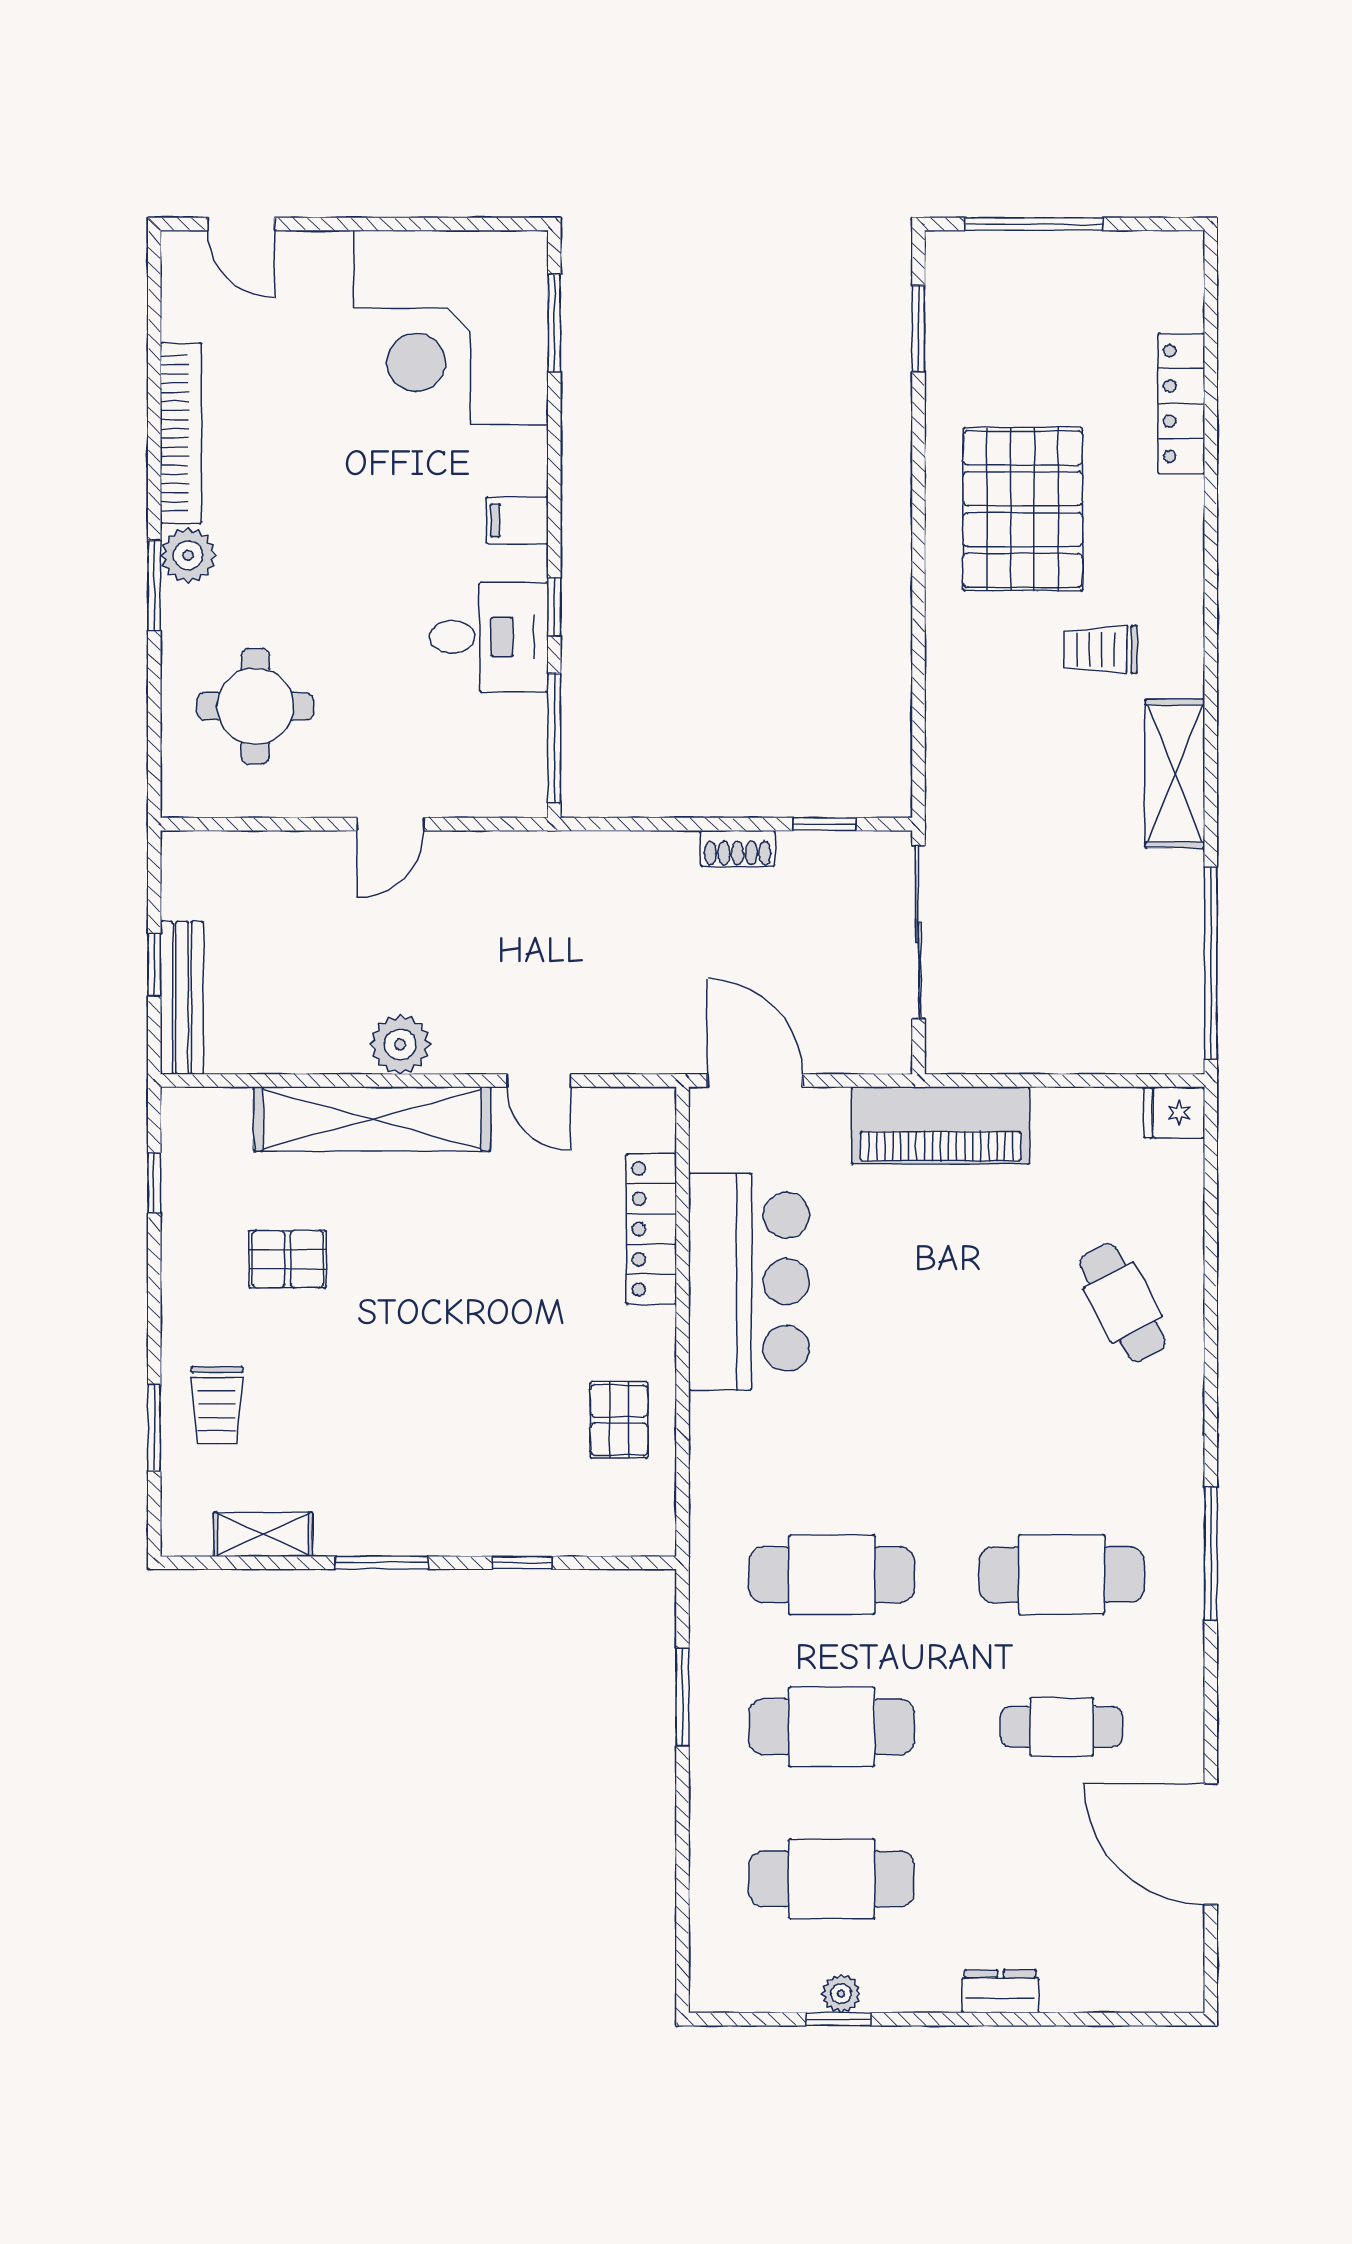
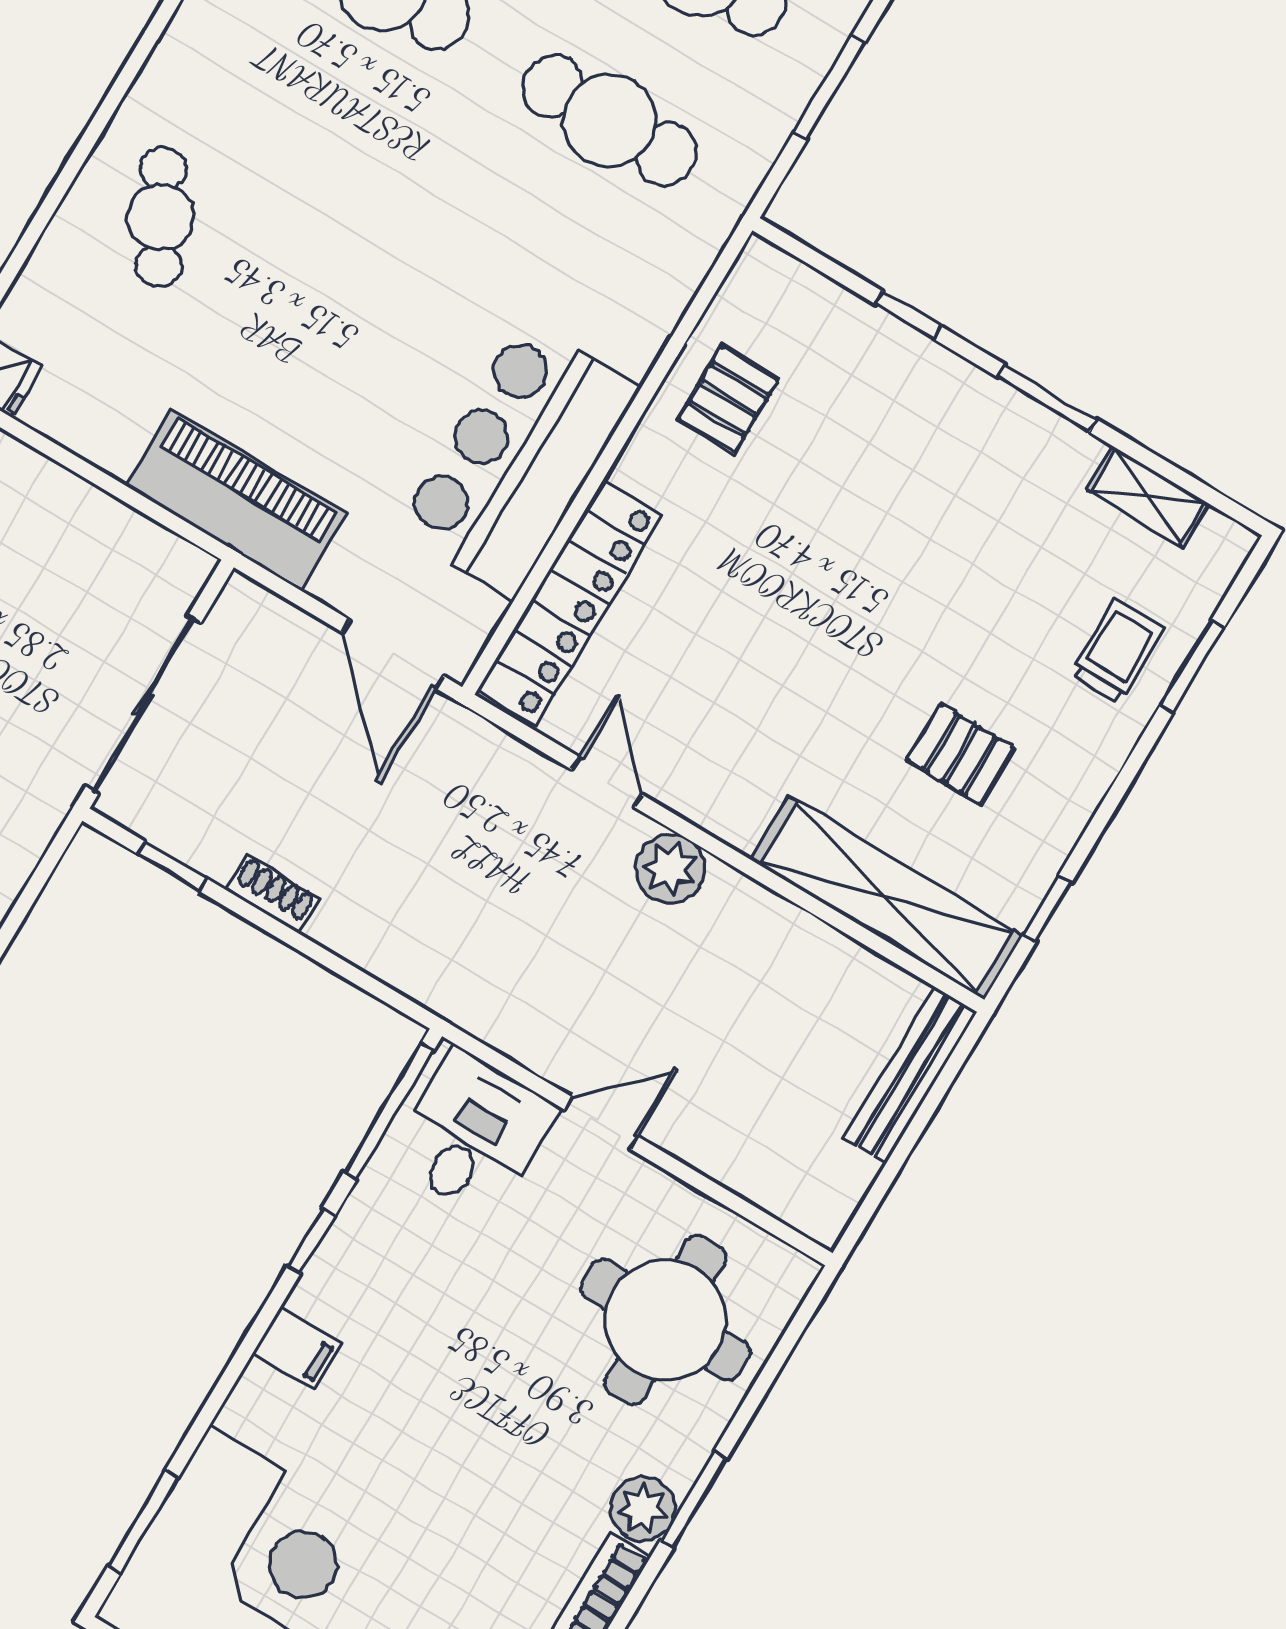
desk: (489, 637) -> (473, 1134), moved, turned 90
round table: (255, 706) -> (665, 1320), width x1.36, depth x1.36
window: (154, 965) -> (918, 1124), removed
plant: (400, 1044) -> (670, 869), moved
shelving: (372, 1119) -> (886, 898), moved
locker: (651, 1229) -> (570, 603), width x1.41, depth x1.21

